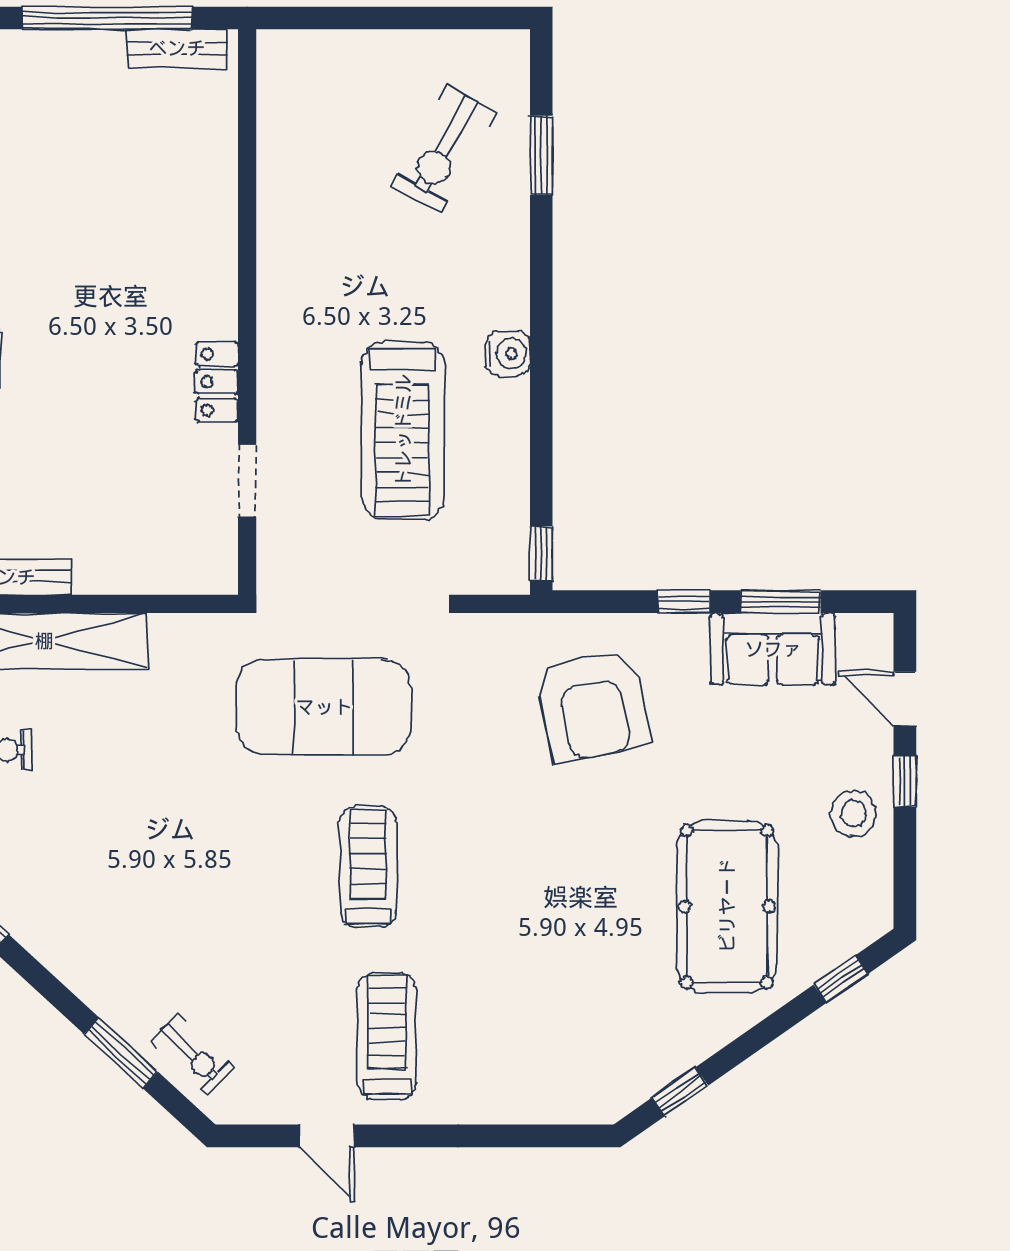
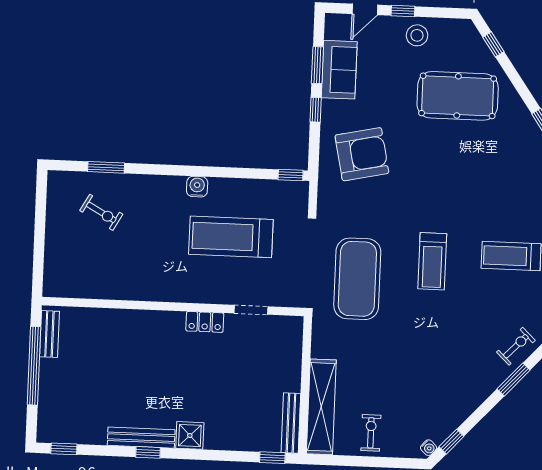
exercise bike: (444, 149) -> (101, 212), width x0.73, depth x0.72
treadmill: (403, 431) -> (231, 237), turned 180
treadmill: (368, 867) -> (432, 261), turned -90

